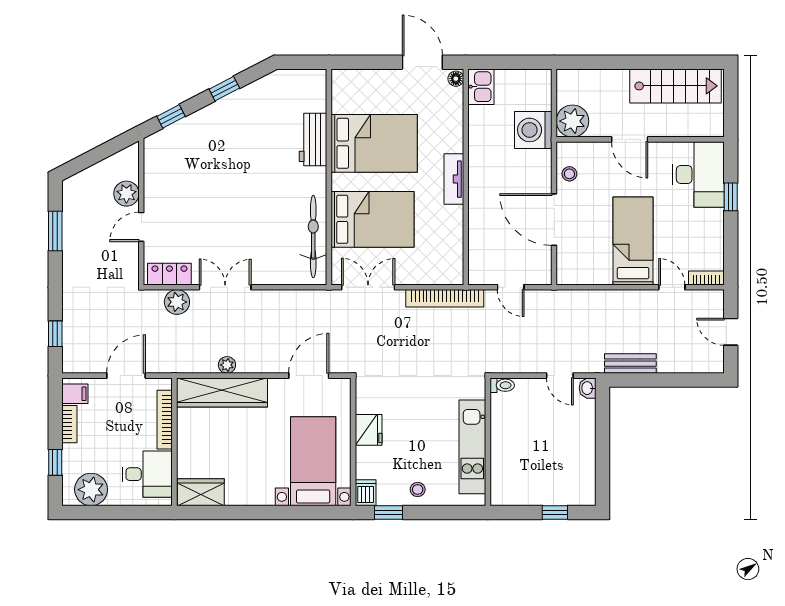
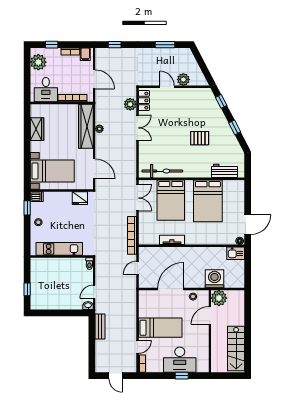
workbench: (313, 139) -> (225, 171), moved
door: (630, 139) -> (210, 315), moved
pallet: (246, 160) -> (200, 138), added
desk: (698, 174) -> (180, 360), moved
tv unit: (454, 179) -> (172, 240), moved
door: (731, 332) -> (116, 376), swing flipped
fridge: (369, 430) -> (80, 198), moved
wardrobe: (201, 492) -> (37, 129), moved

